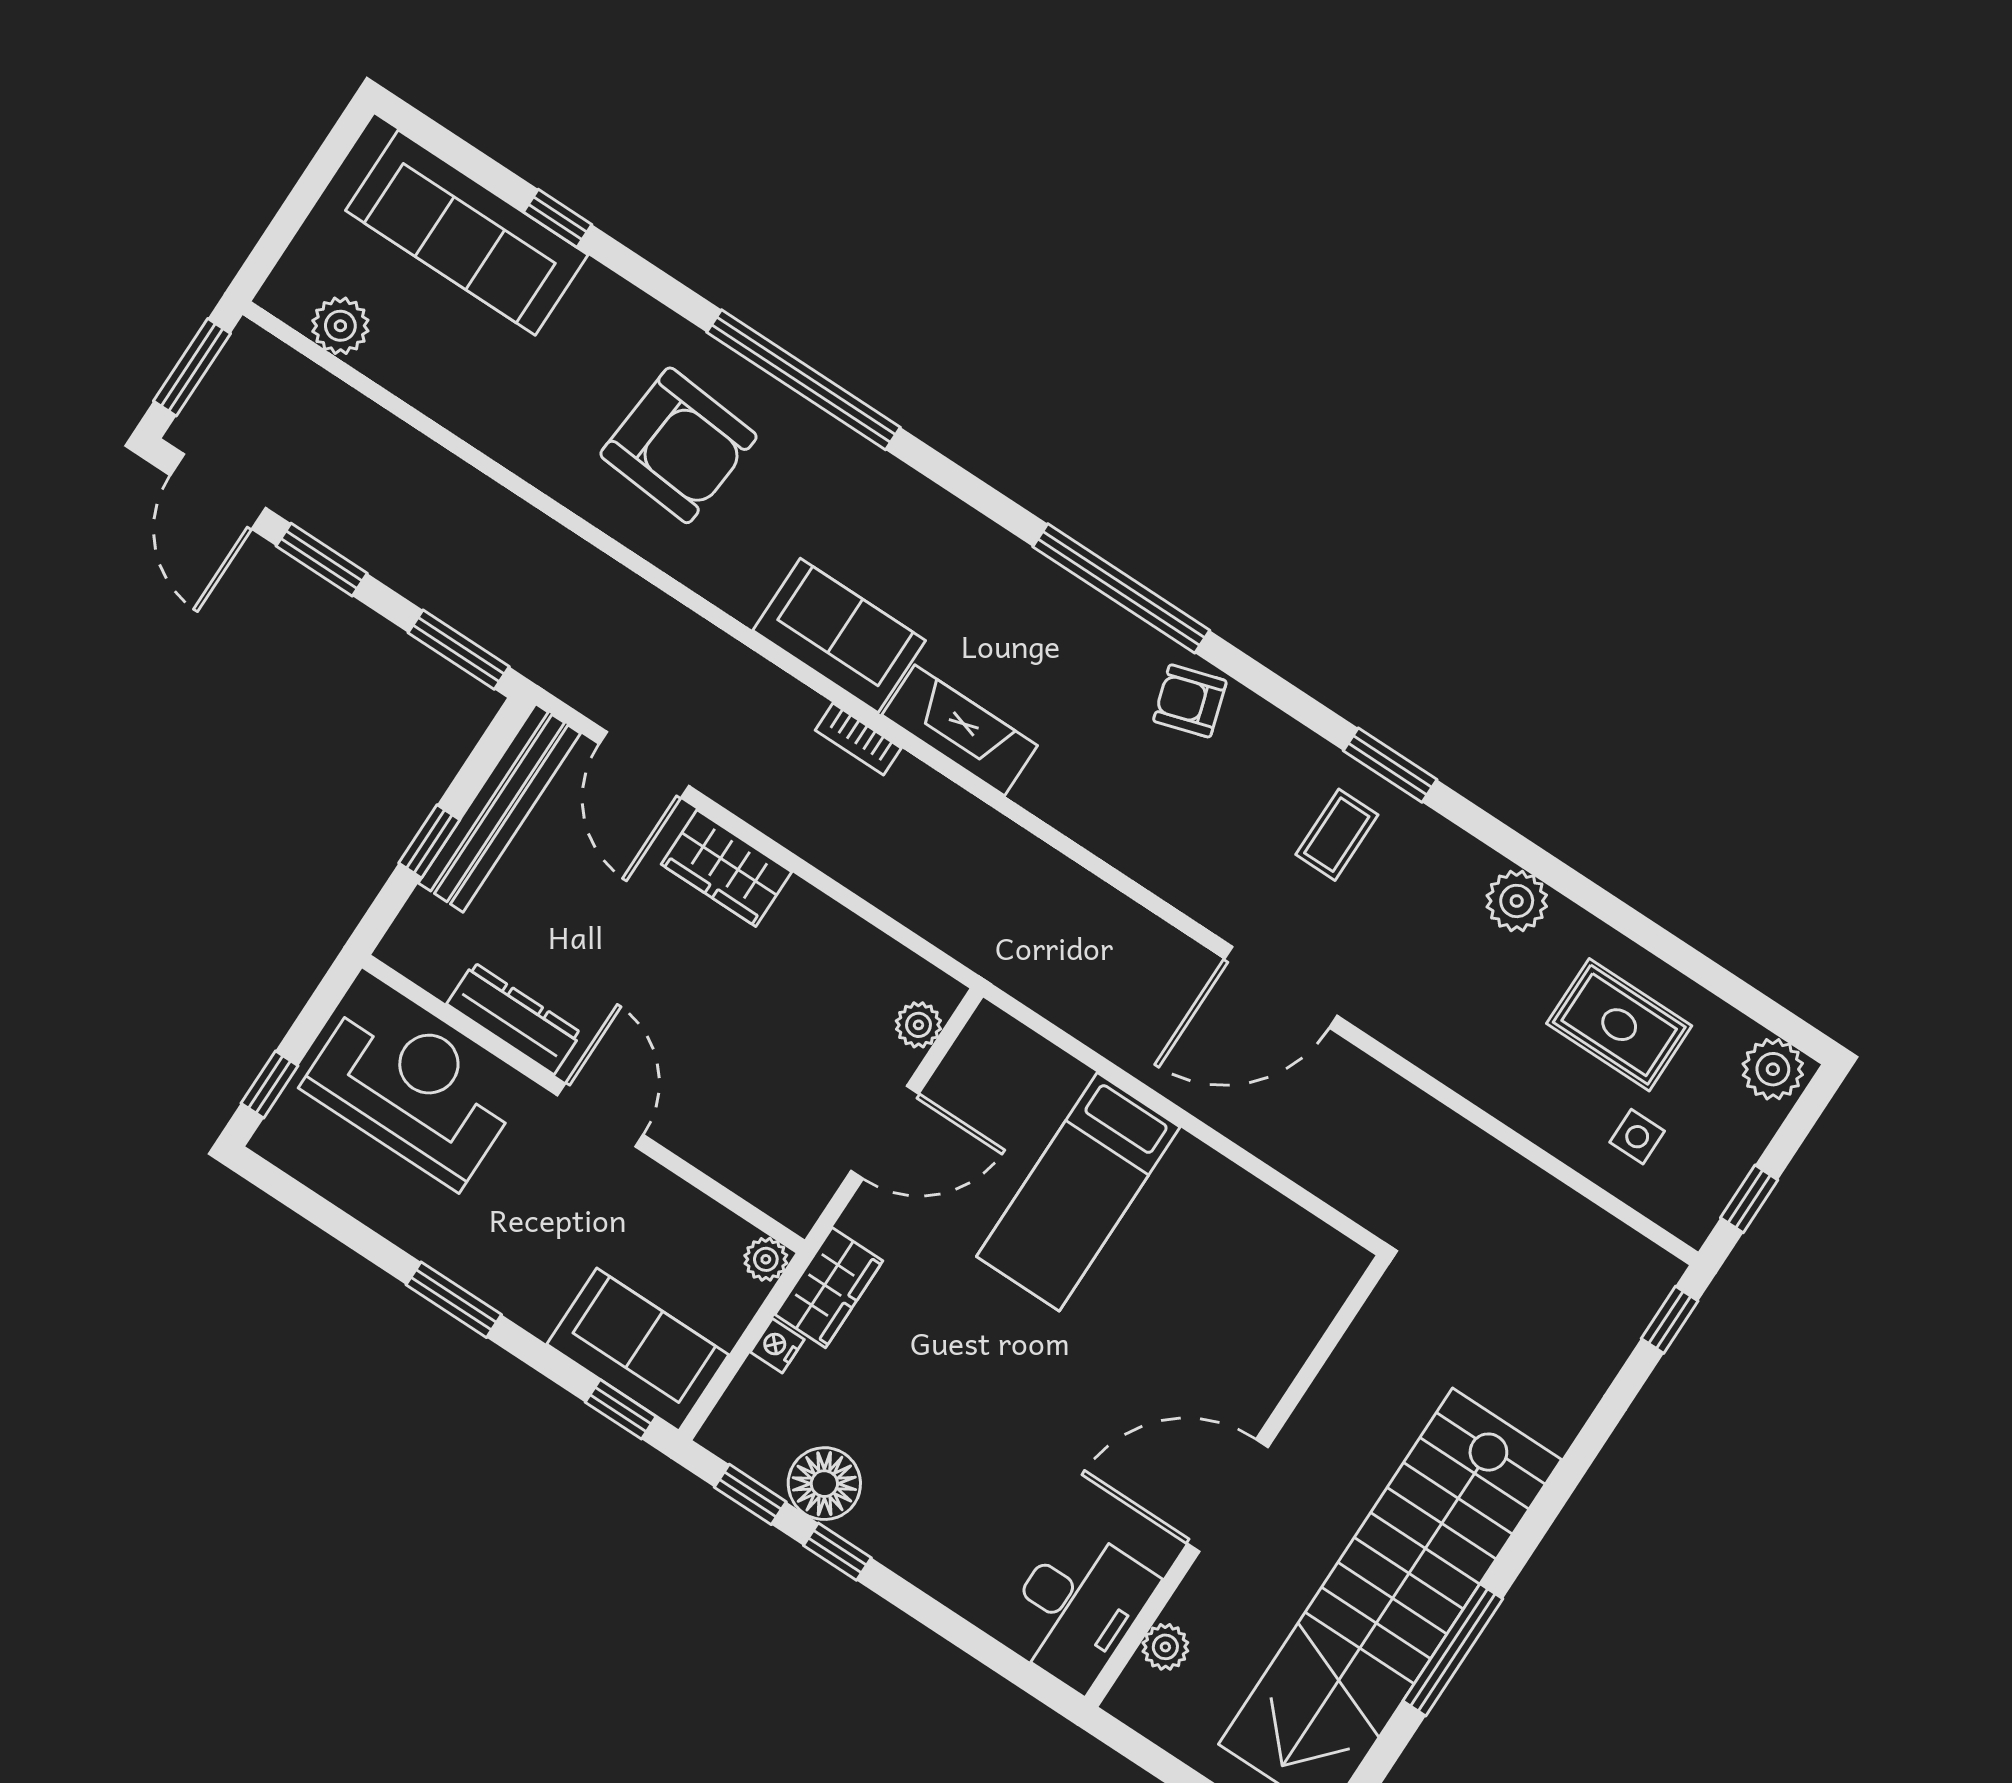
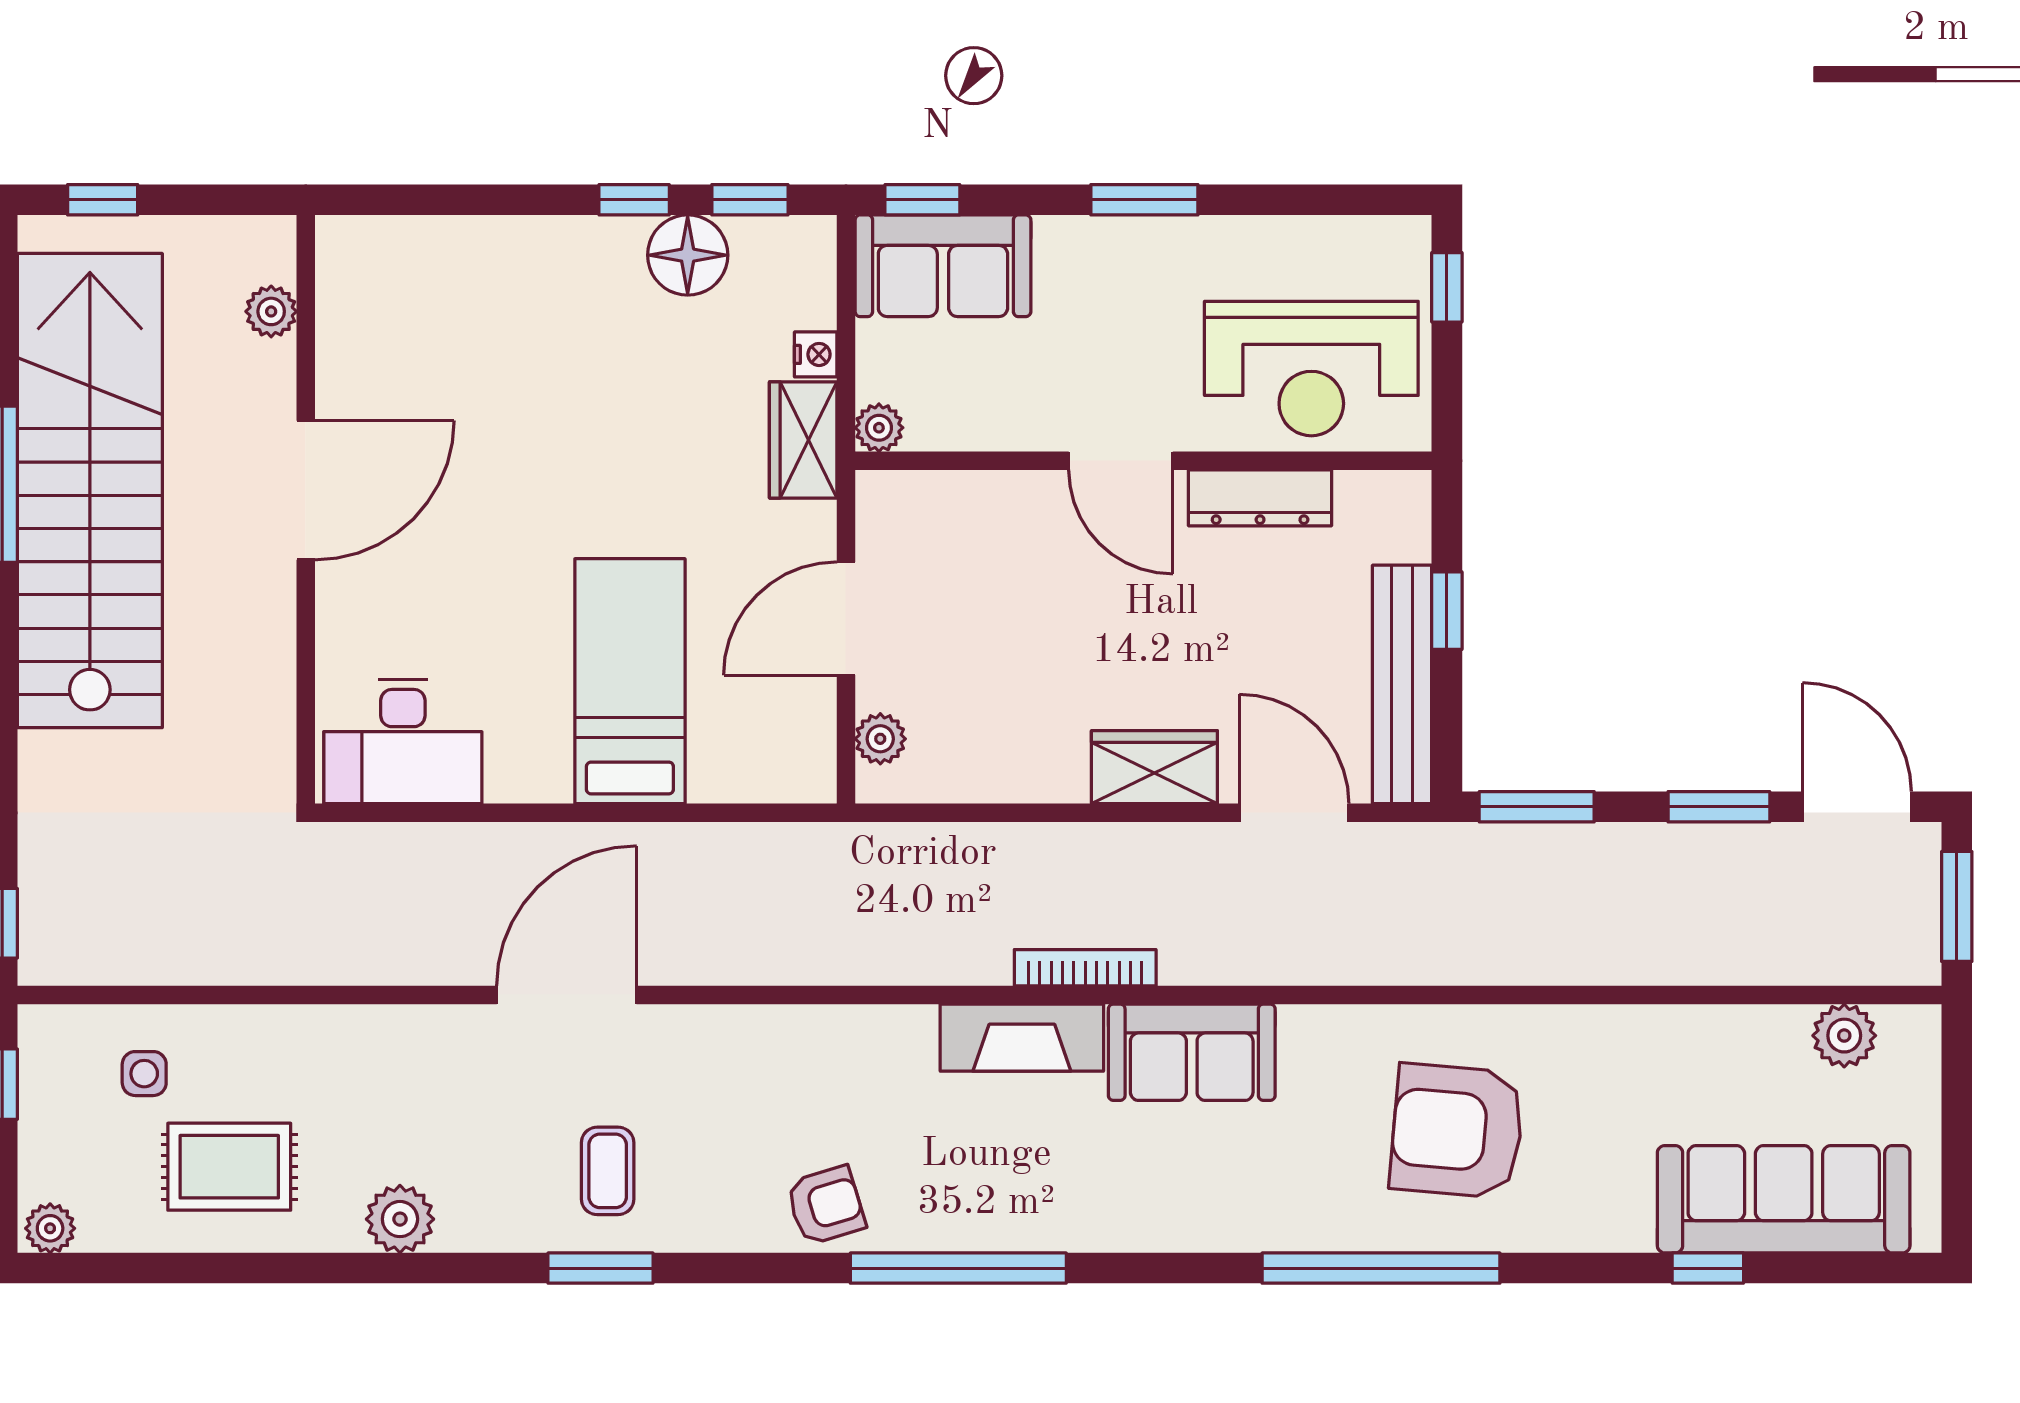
bookcase: (858, 739) -> (1085, 968), width x1.56
plant: (1773, 1069) -> (50, 1228), width x0.73, depth x0.73
desk: (1077, 1608) -> (403, 742), moved, turned -90

